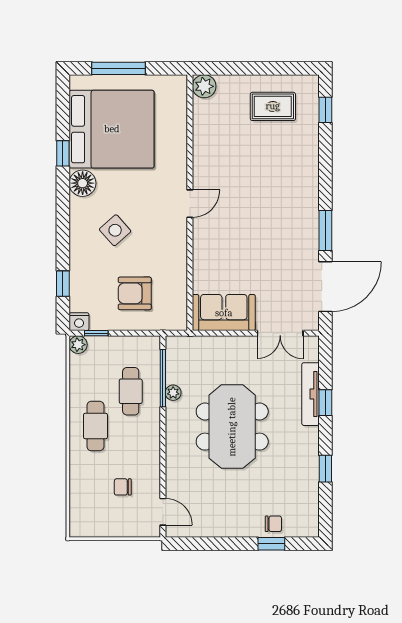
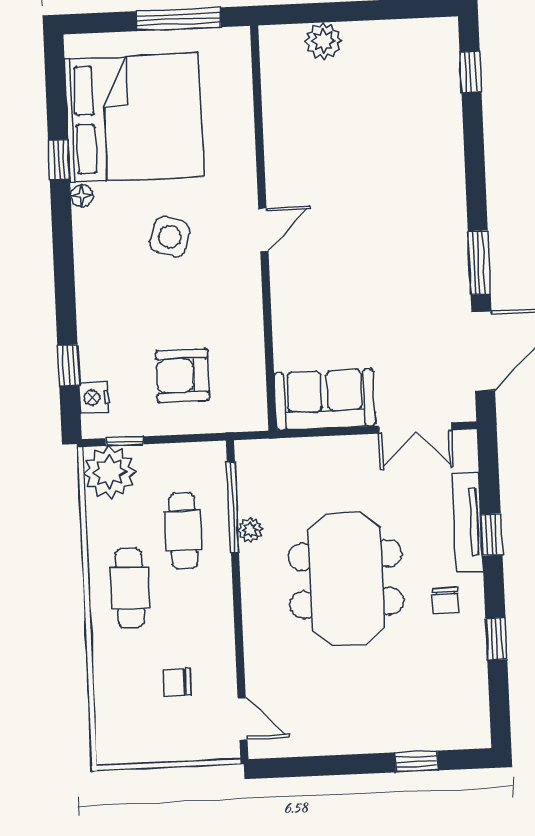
window: (118, 68) -> (178, 19), moved
plant: (204, 86) -> (323, 41), moved
rug: (273, 106) -> (387, 70), removed
floor lamp: (83, 183) -> (82, 196), width x0.53, depth x0.53
side table: (115, 230) -> (170, 237), moved, turned -31
nightstand: (79, 322) -> (94, 398), moved, turned 90
plant: (78, 345) -> (110, 472), width x1.88, depth x1.88
chair: (273, 524) -> (446, 601), moved, turned 90

